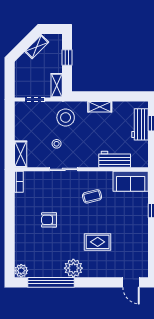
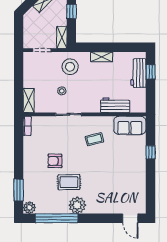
rug: (98, 242) -> (69, 182), moved
window: (10, 252) -> (19, 190), added

